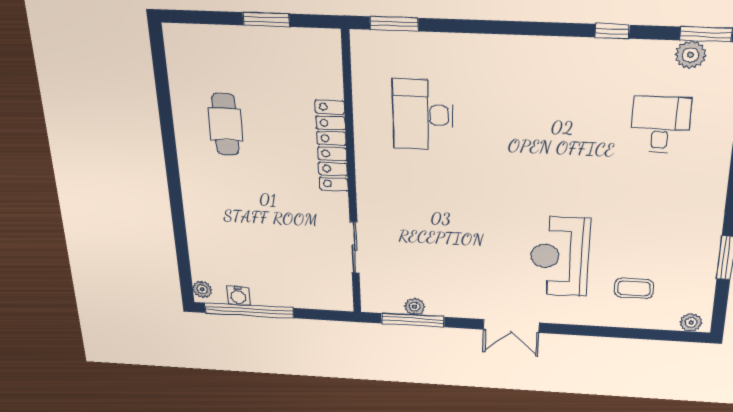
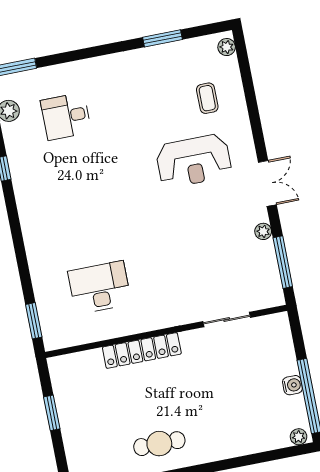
desk: (423, 115) -> (100, 287), turned 180
cafe table: (225, 124) -> (159, 444), moved
water cooler: (238, 295) -> (292, 385), moved
plant: (415, 307) -> (263, 231), moved

